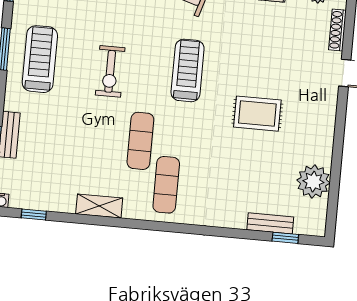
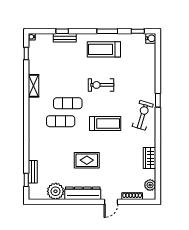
treadmill: (40, 59) -> (104, 49), turned 180
rug: (257, 114) -> (87, 160), turned 90
dresser: (323, 128) -> (83, 193), added
exercise mat: (166, 185) -> (61, 121), moved

